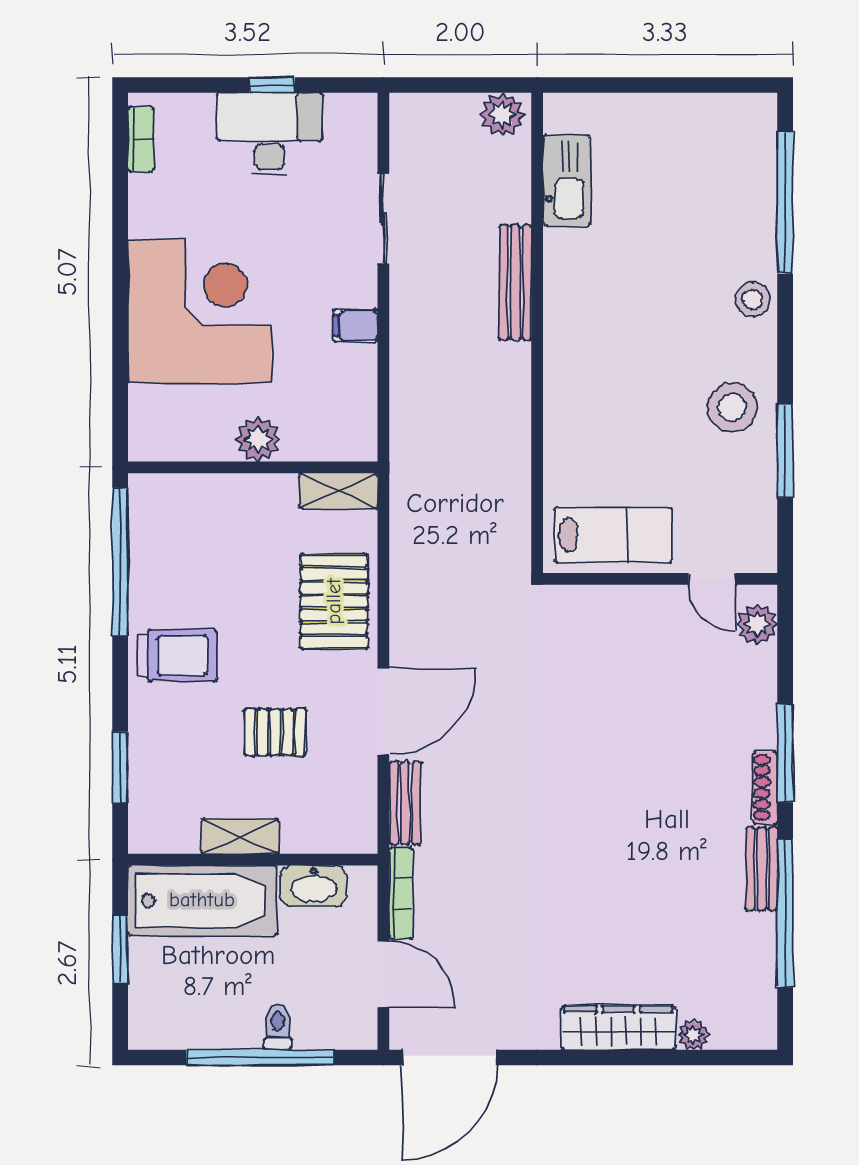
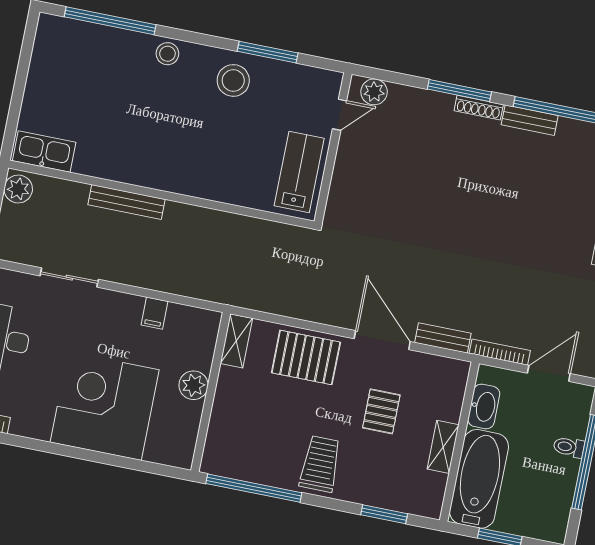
kitchen sink: (567, 181) -> (44, 152), moved
filing cabinet: (355, 326) -> (155, 313), moved

